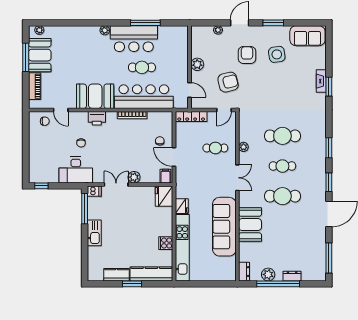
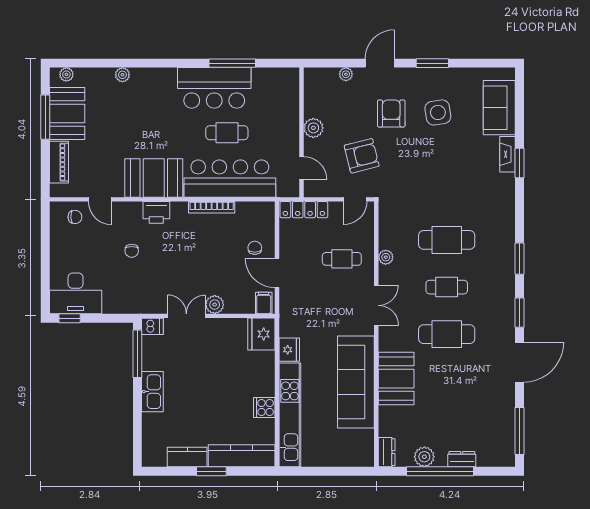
plant: (105, 30) -> (122, 75), moved
sofa: (307, 36) -> (499, 108), moved, turned 90
desk: (76, 170) -> (76, 293), moved

